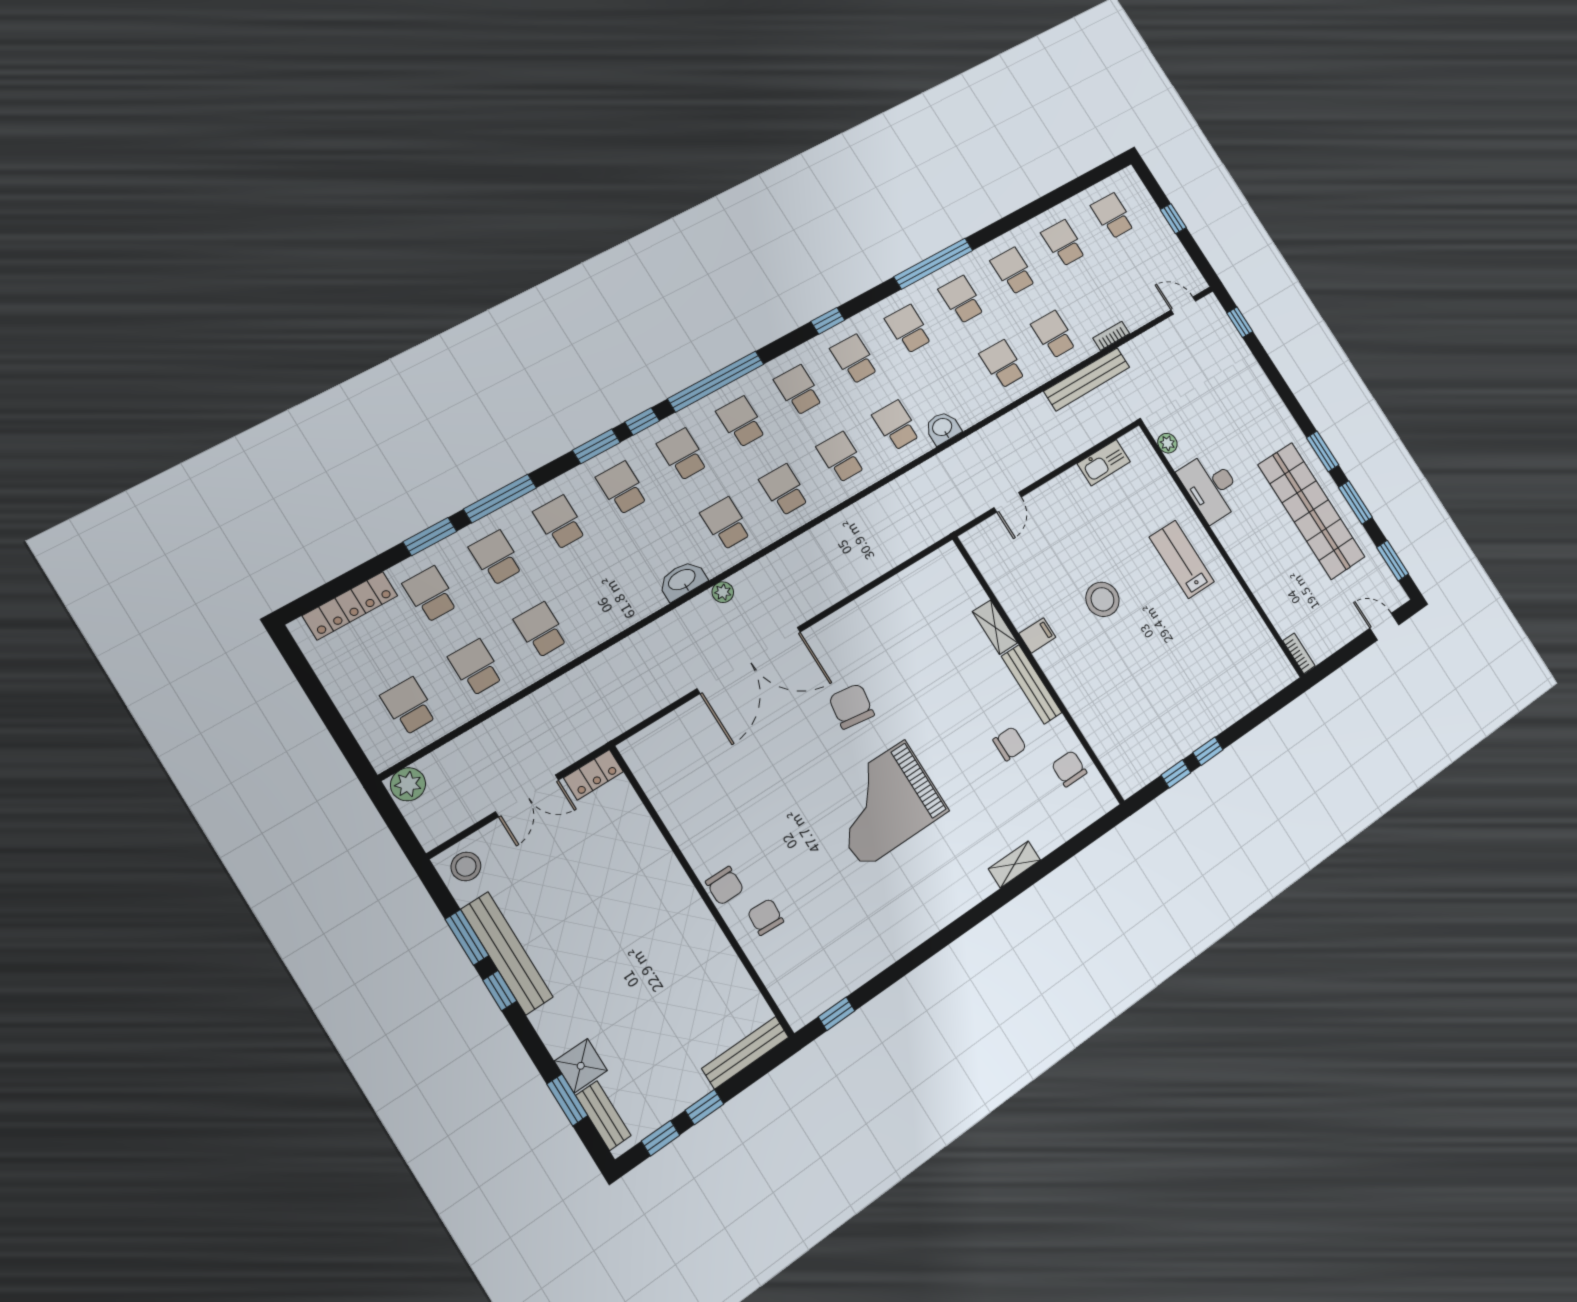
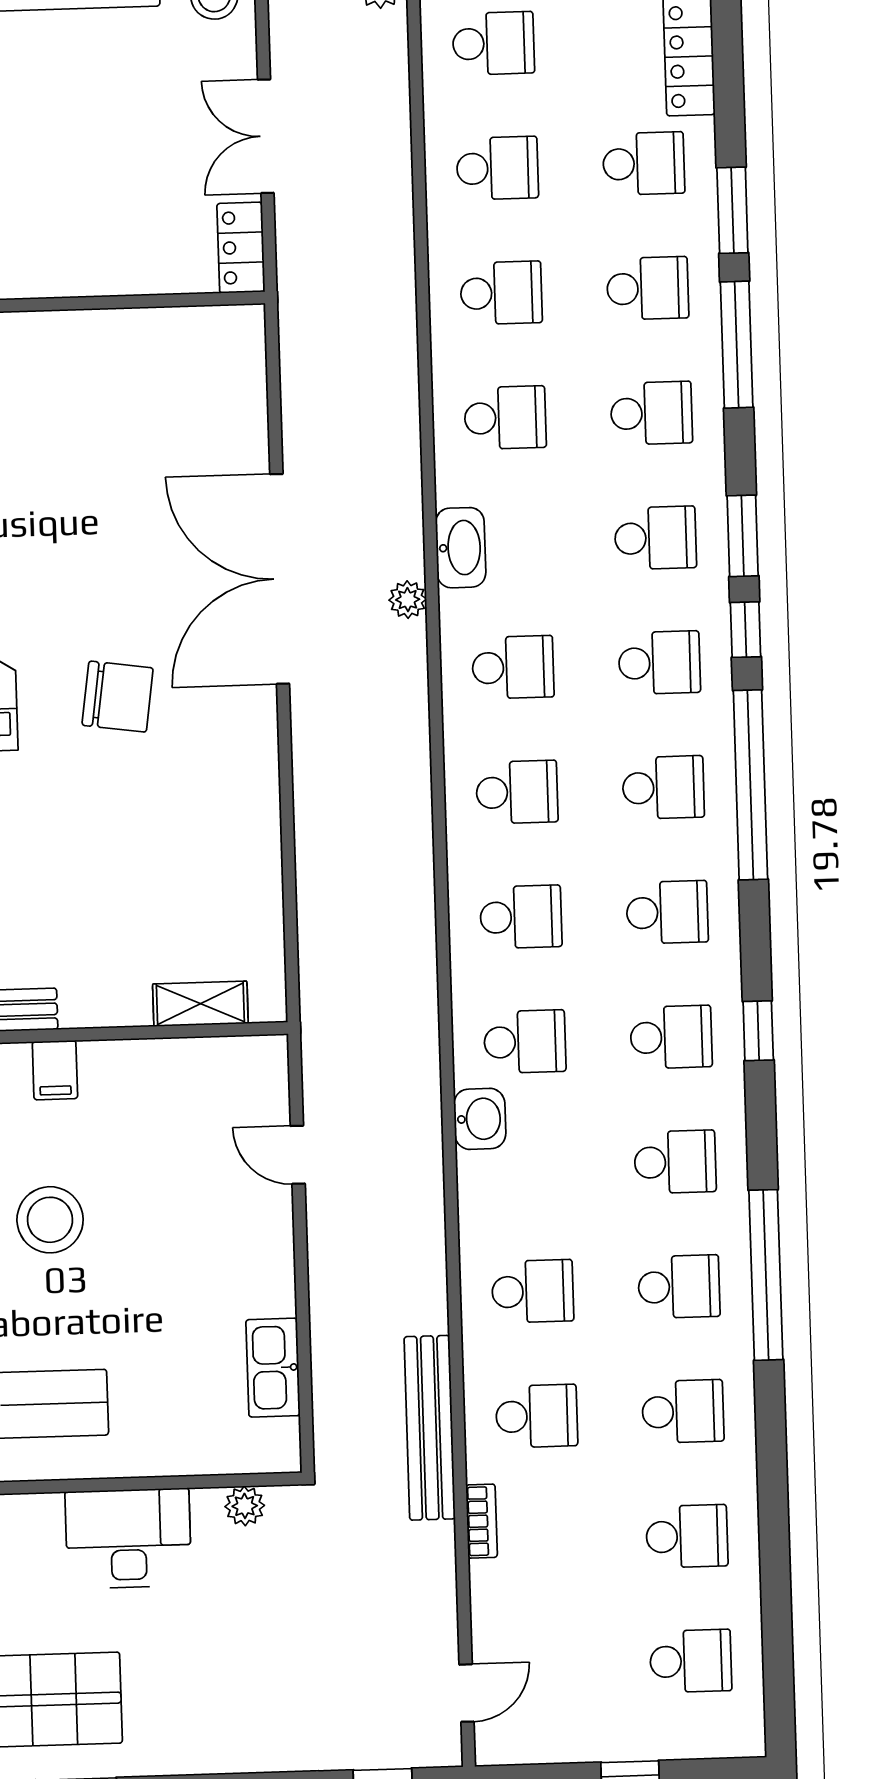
school desk: (604, 593) -> (505, 418), added
shelving: (995, 627) -> (200, 1004), moved

